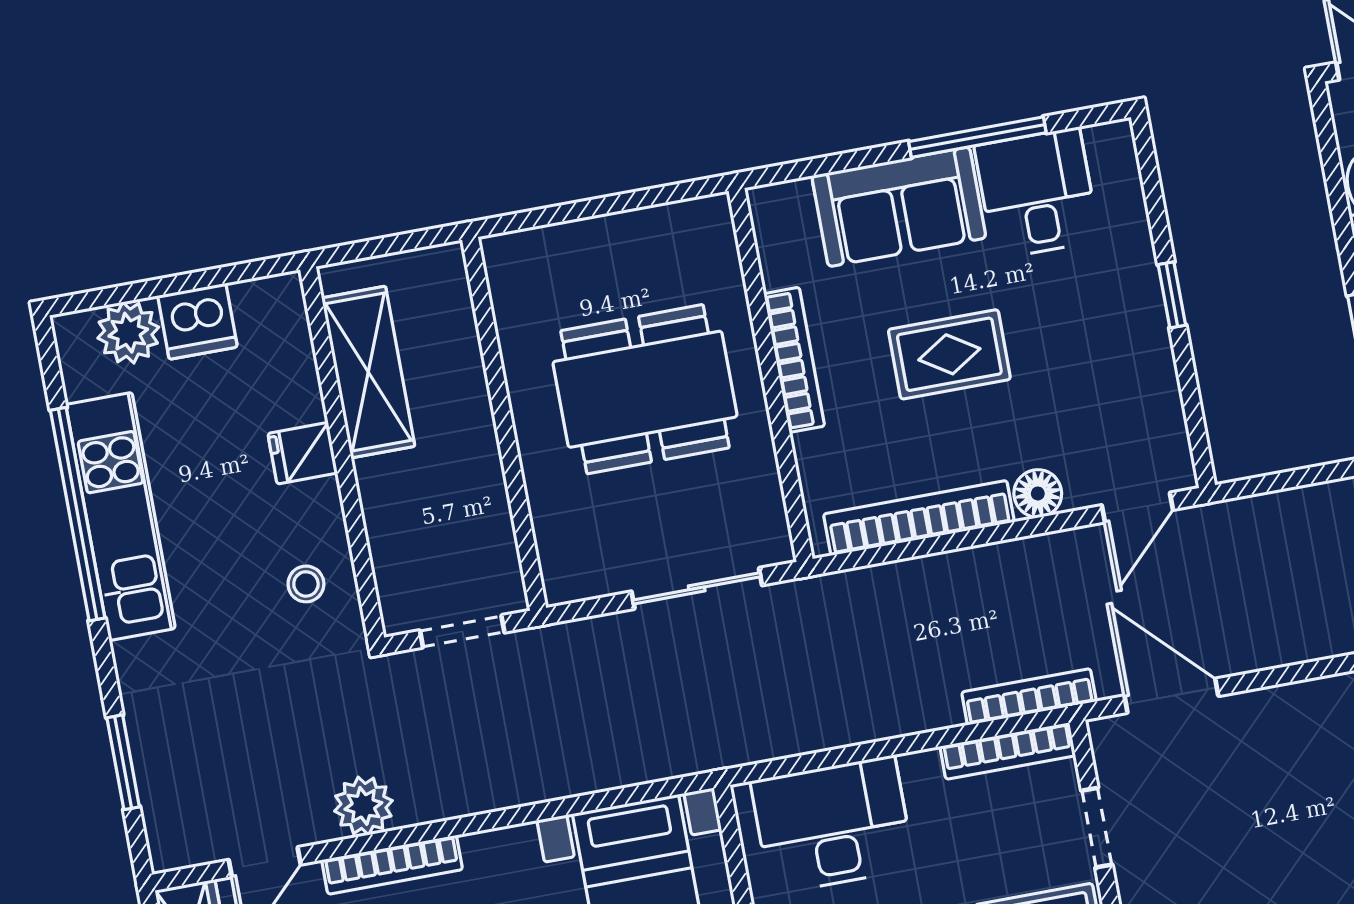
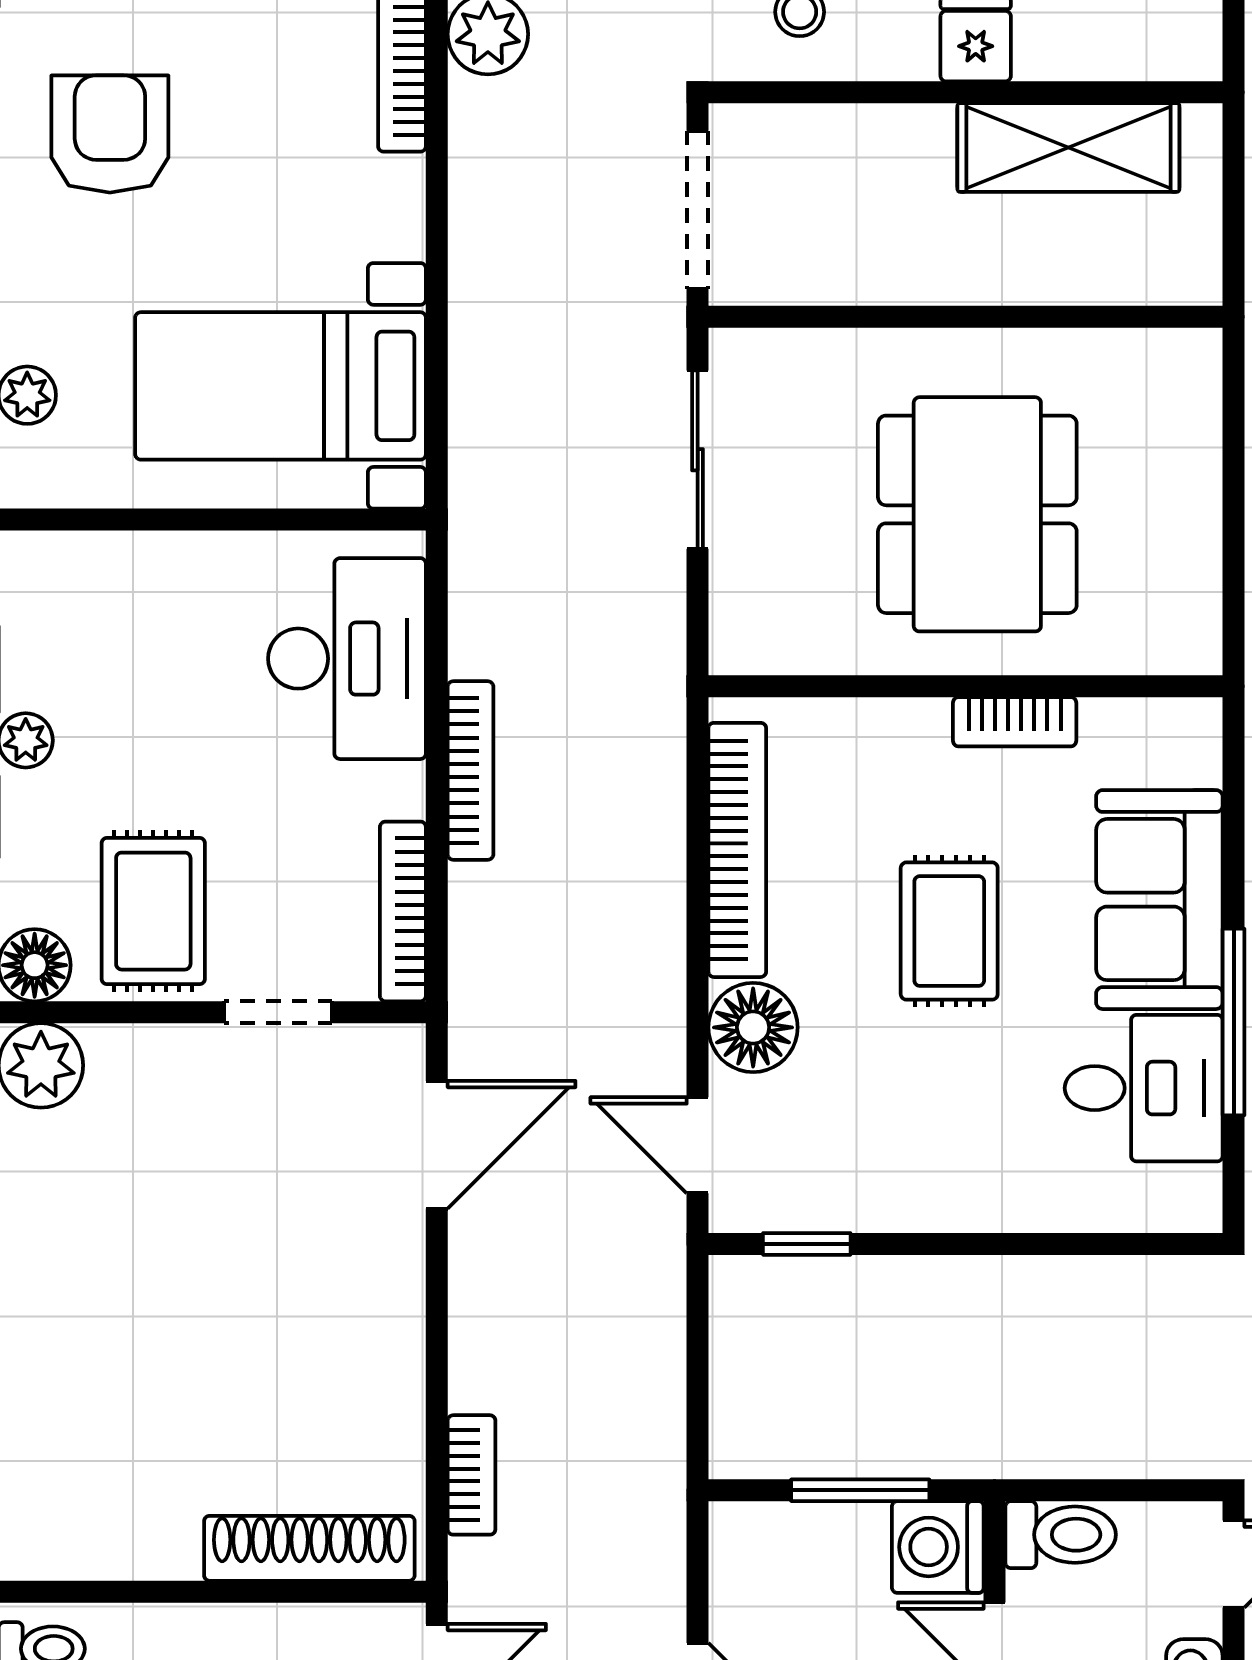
window: (1172, 295) -> (807, 1244), moved
bookcase: (794, 360) -> (1015, 722), width x0.64
floor lamp: (1038, 493) -> (753, 1027), width x1.38, depth x1.38
sliding door: (697, 588) -> (698, 460), moved
doorway: (462, 631) -> (698, 210), width x1.38
bookcase: (1029, 697) -> (471, 771), moved

